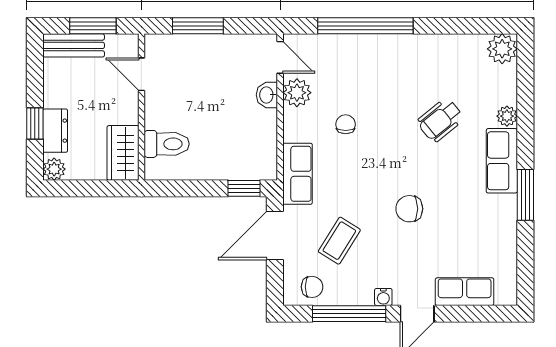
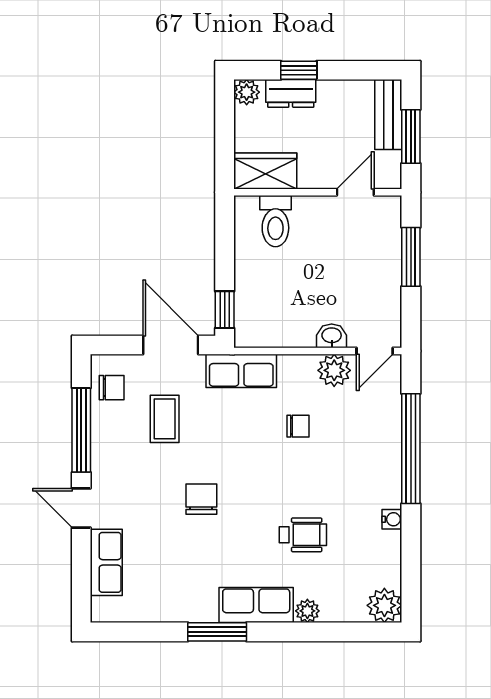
wheelchair: (441, 120) -> (303, 535), turned 129
coffee table: (339, 241) -> (165, 419), turned 58
chair: (312, 287) -> (112, 388), turned -90
water cooler: (383, 297) -> (392, 519), moved, turned 180

